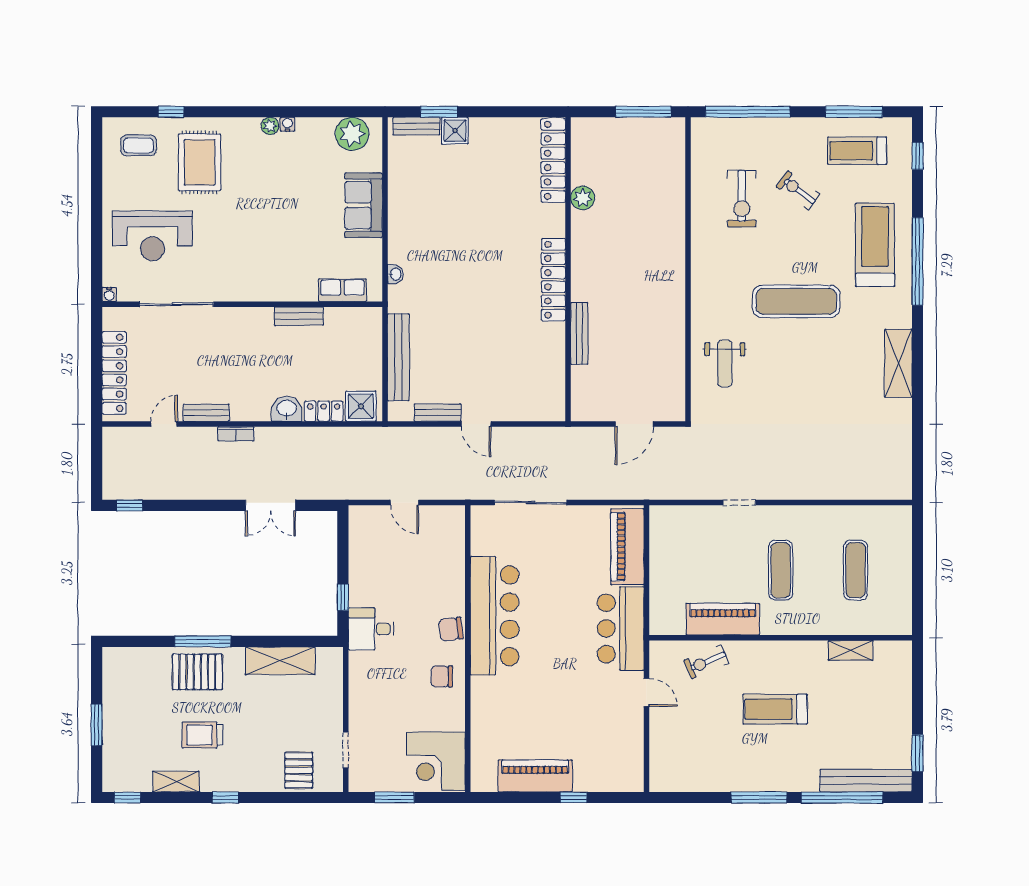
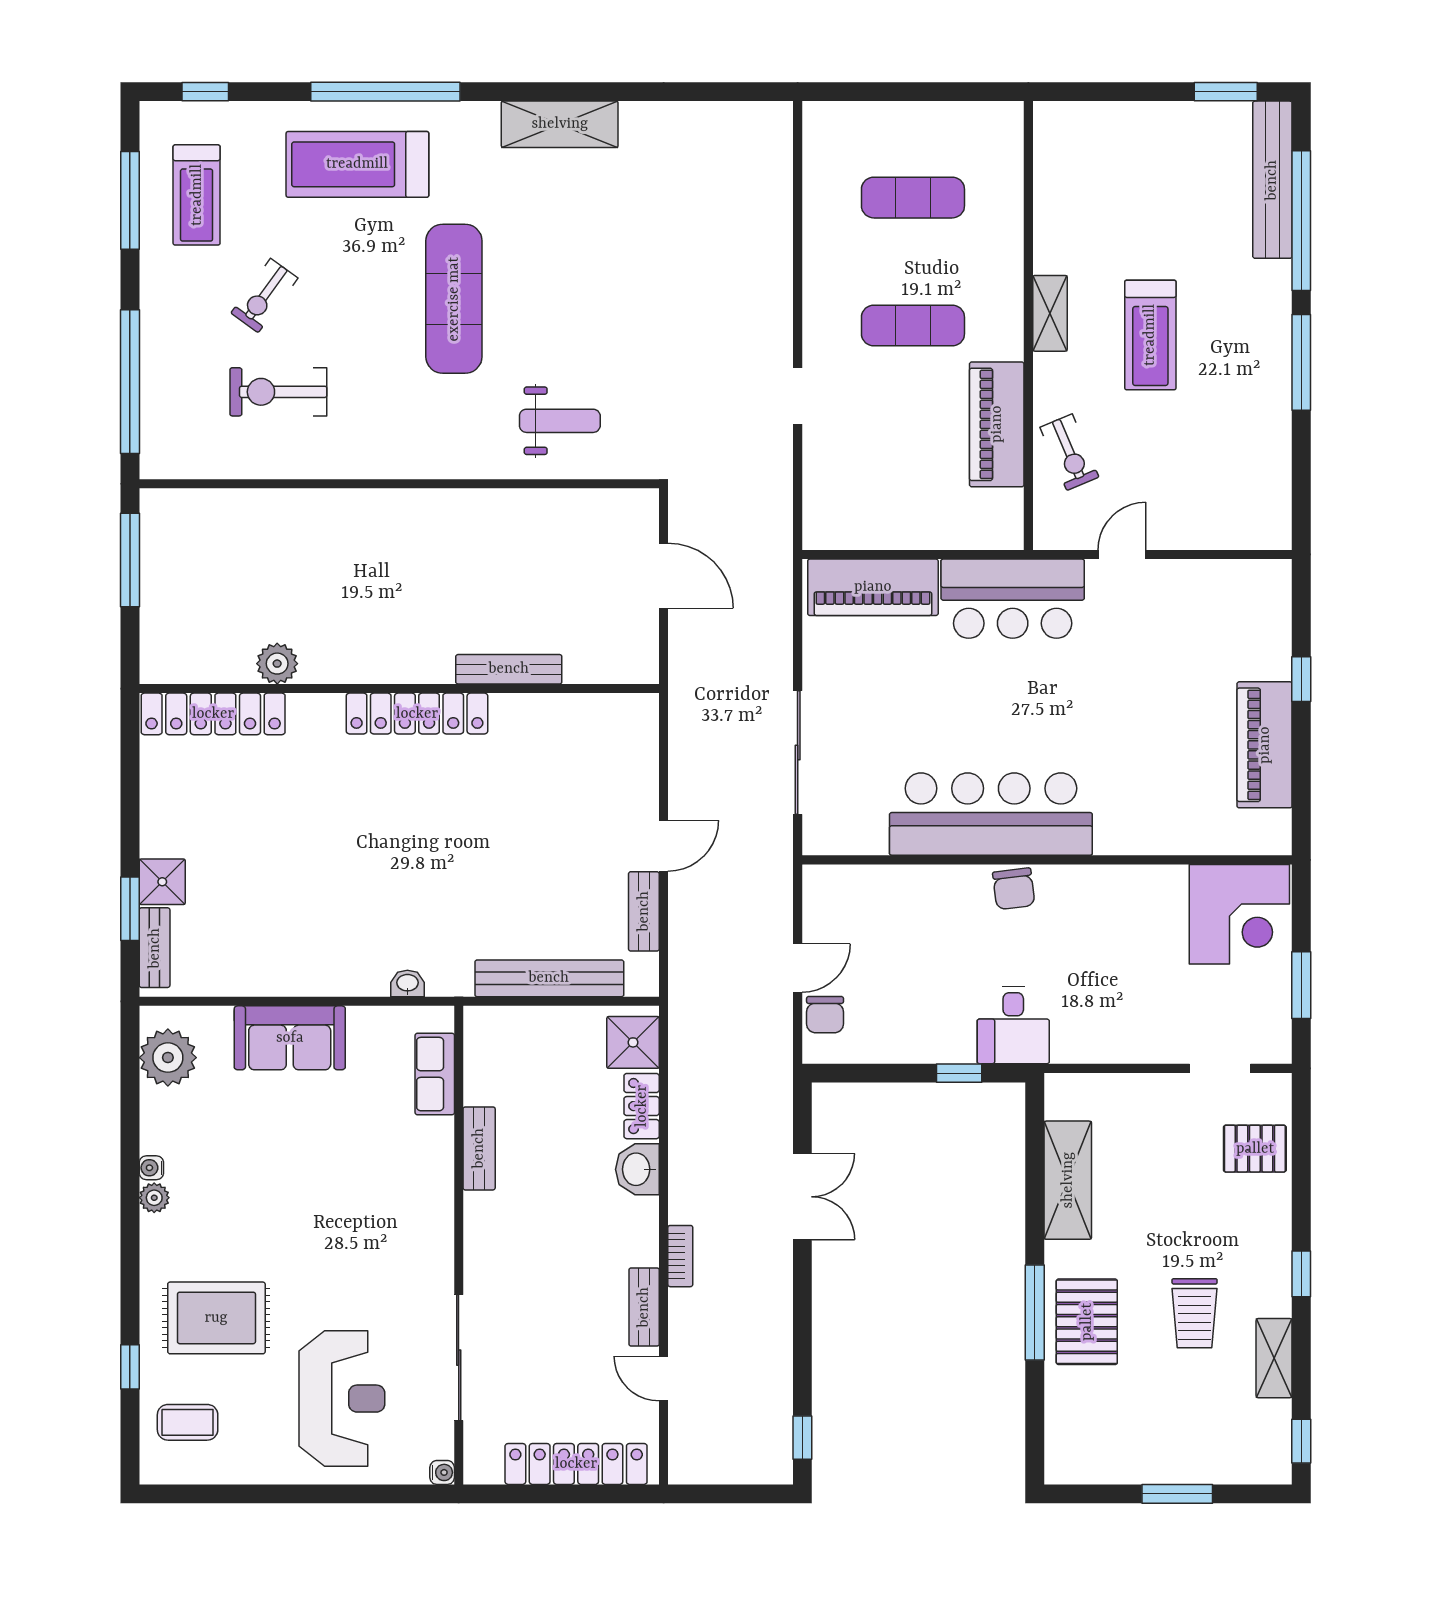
coffee table: (138, 145) -> (188, 1422), turned 90
exercise bike: (742, 199) -> (278, 392), turned 180
shelving: (850, 650) -> (1050, 313), moved
chair: (442, 676) -> (825, 1015), moved

